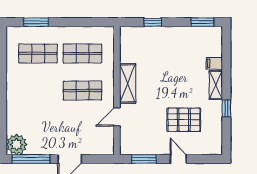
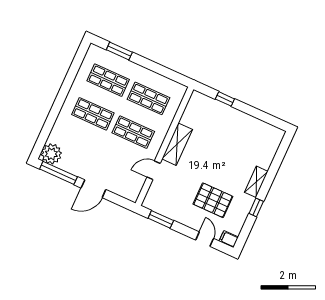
window: (202, 22) -> (270, 119), removed
filing cabinet: (214, 63) -> (229, 239), moved
shop shelf: (38, 91) -> (93, 114), added
door: (178, 159) -> (205, 239), moved

